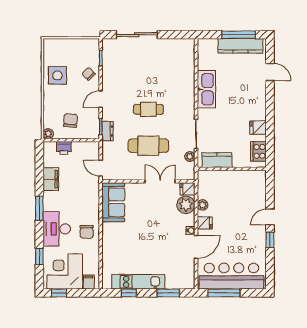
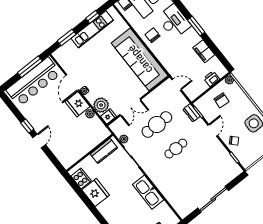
sliding door: (137, 35) -> (213, 199), moved
fridge: (258, 128) -> (96, 192), width x1.88, depth x1.34
sofa: (113, 202) -> (140, 59), width x1.85, depth x1.27
fridge: (205, 223) -> (78, 104), width x1.88, depth x1.34

